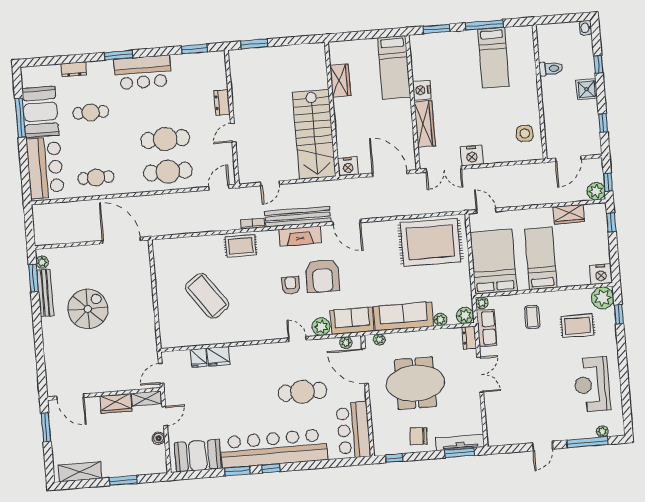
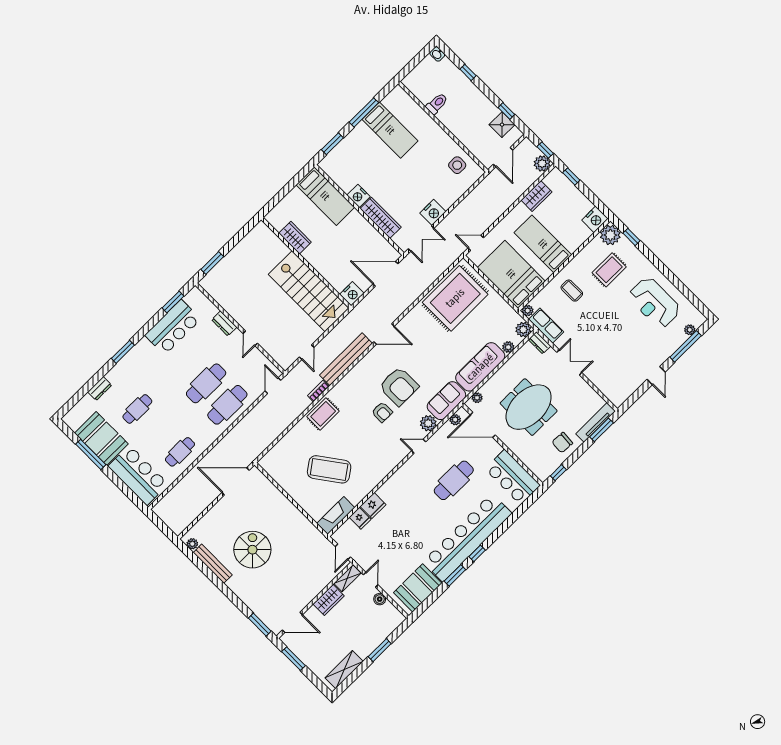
bar counter: (143, 72) -> (173, 327), moved
shower: (587, 89) -> (502, 125), moved
fireplace: (300, 236) -> (336, 515), moved, turned 180
window: (34, 278) -> (260, 625), moved
armchair: (291, 285) -> (382, 412), turned 180

